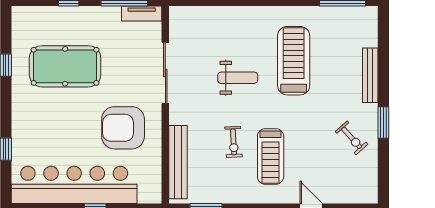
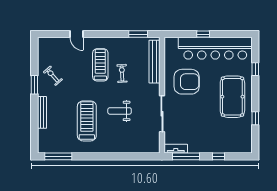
treadmill: (294, 61) -> (87, 121), turned 180
pool table: (65, 66) -> (232, 97), moved, turned 90

